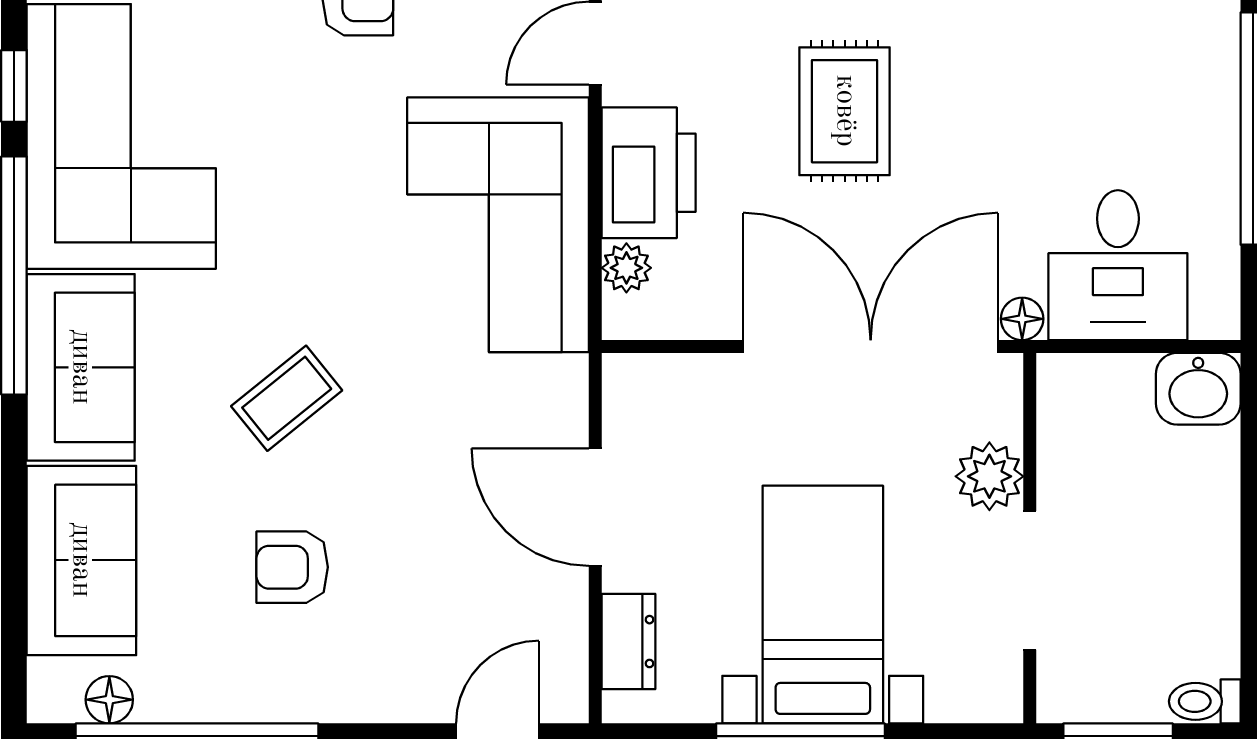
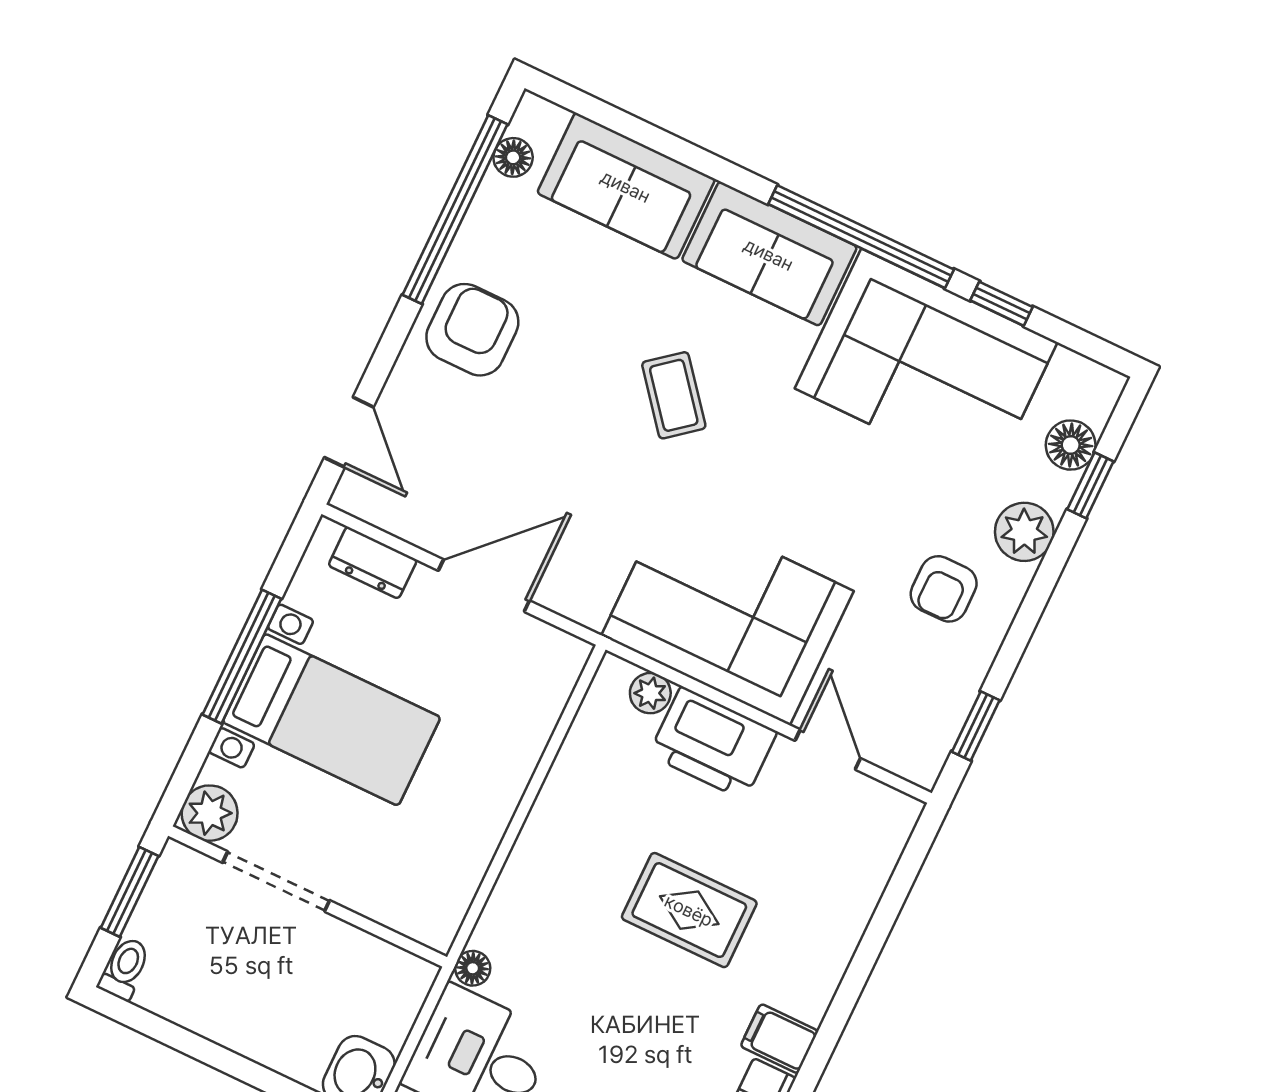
double door: (871, 346) -> (506, 846), removed
plant: (989, 476) -> (210, 813), moved
armchair: (292, 567) -> (472, 330), moved, width x1.38, depth x1.38

